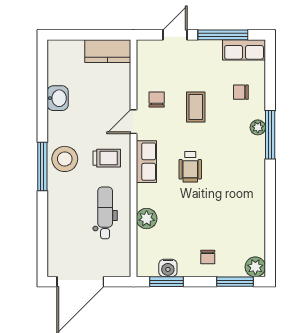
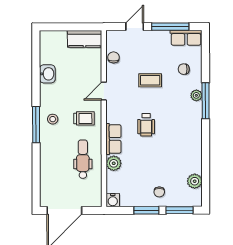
chair: (157, 100) -> (114, 57), moved
coffee table: (196, 107) -> (150, 80), turned 90
stool: (65, 159) -> (53, 119), width x0.53, depth x0.53
row of seats: (146, 162) -> (113, 139), moved
plant: (255, 267) -> (195, 181), moved
water cooler: (168, 268) -> (113, 200), moved
window: (167, 282) -> (146, 210), moved

